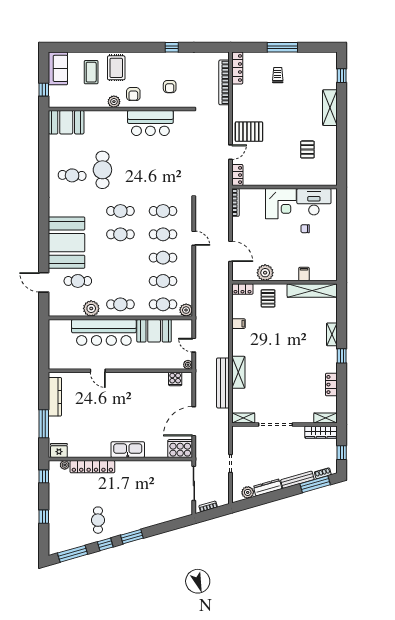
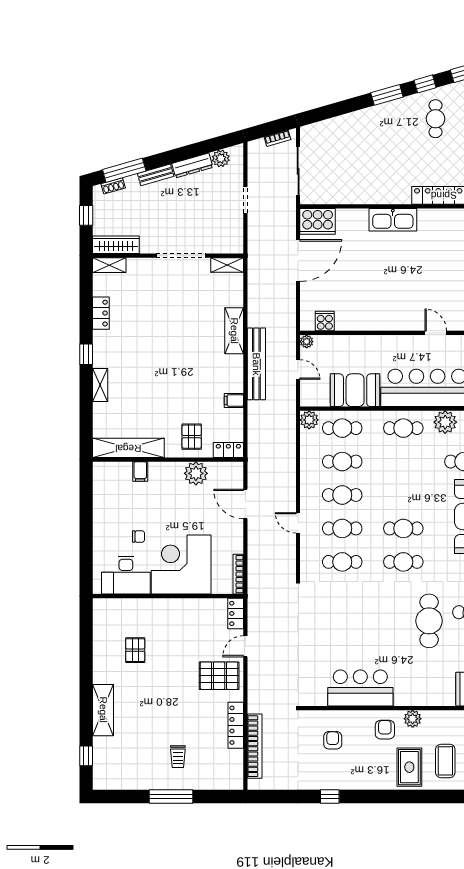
locker: (237, 68) -> (236, 725), moved
corner desk: (281, 204) -> (181, 565), width x1.36, depth x1.36
bench: (223, 383) -> (256, 364), moved
bench: (297, 480) -> (156, 175), width x0.73

